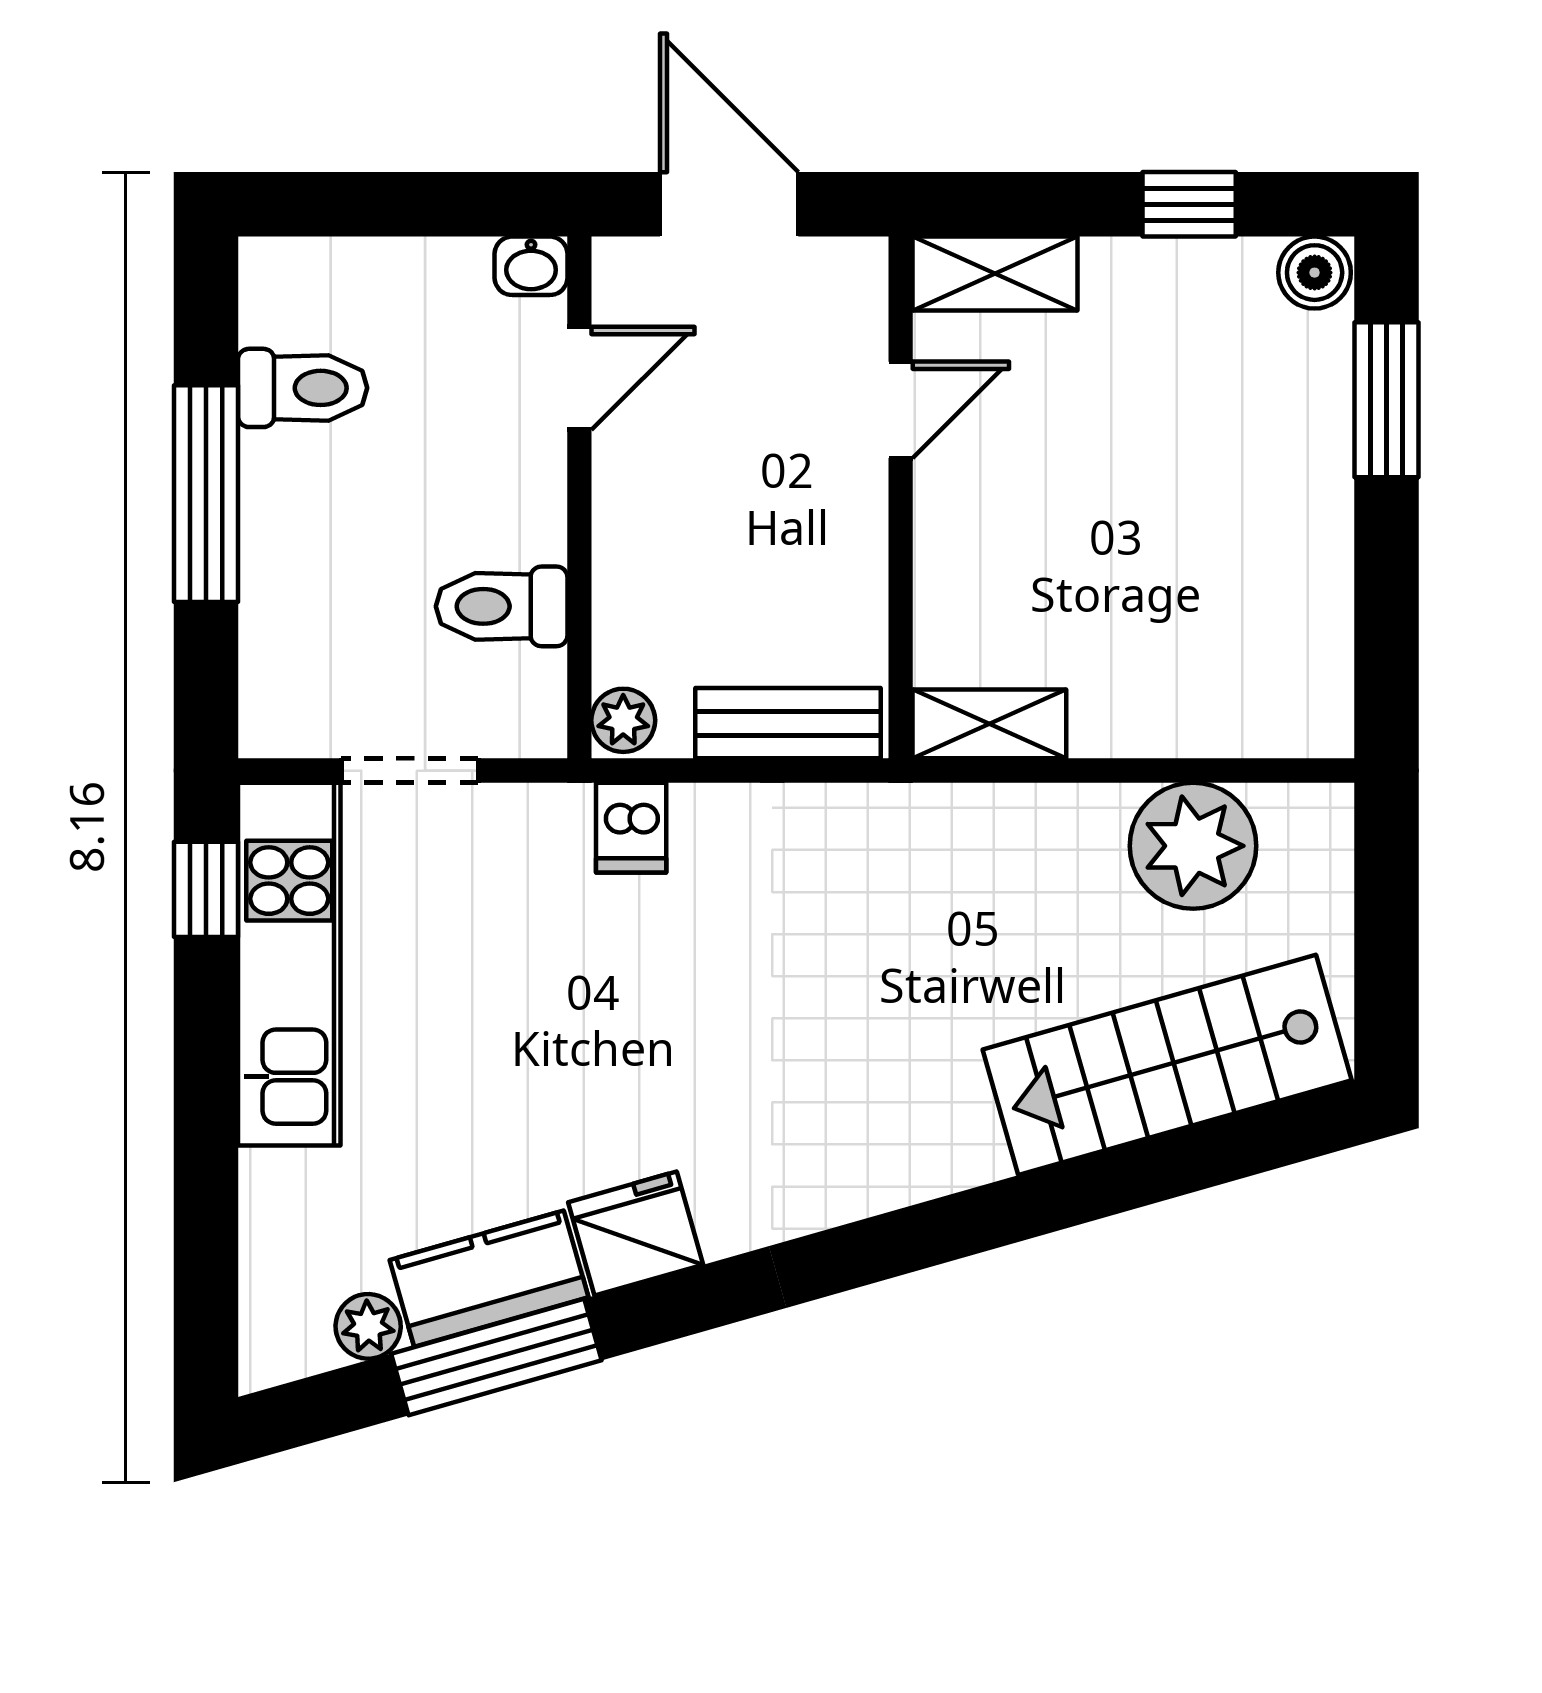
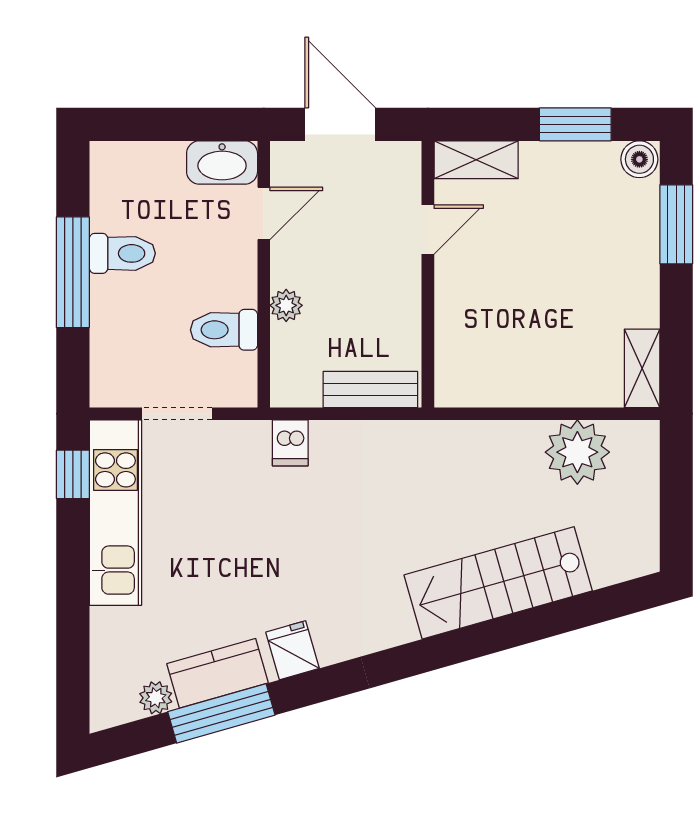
window: (1189, 204) -> (575, 124), width x1.50
washbasin: (531, 266) -> (222, 163), width x1.91, depth x1.45
toilet: (303, 388) -> (122, 253), moved
plant: (623, 720) -> (286, 305), moved
shelving: (989, 724) -> (642, 368), moved, turned 90
stairs: (1167, 1065) -> (498, 583), moved
fridge: (636, 1233) -> (292, 650), width x0.72

